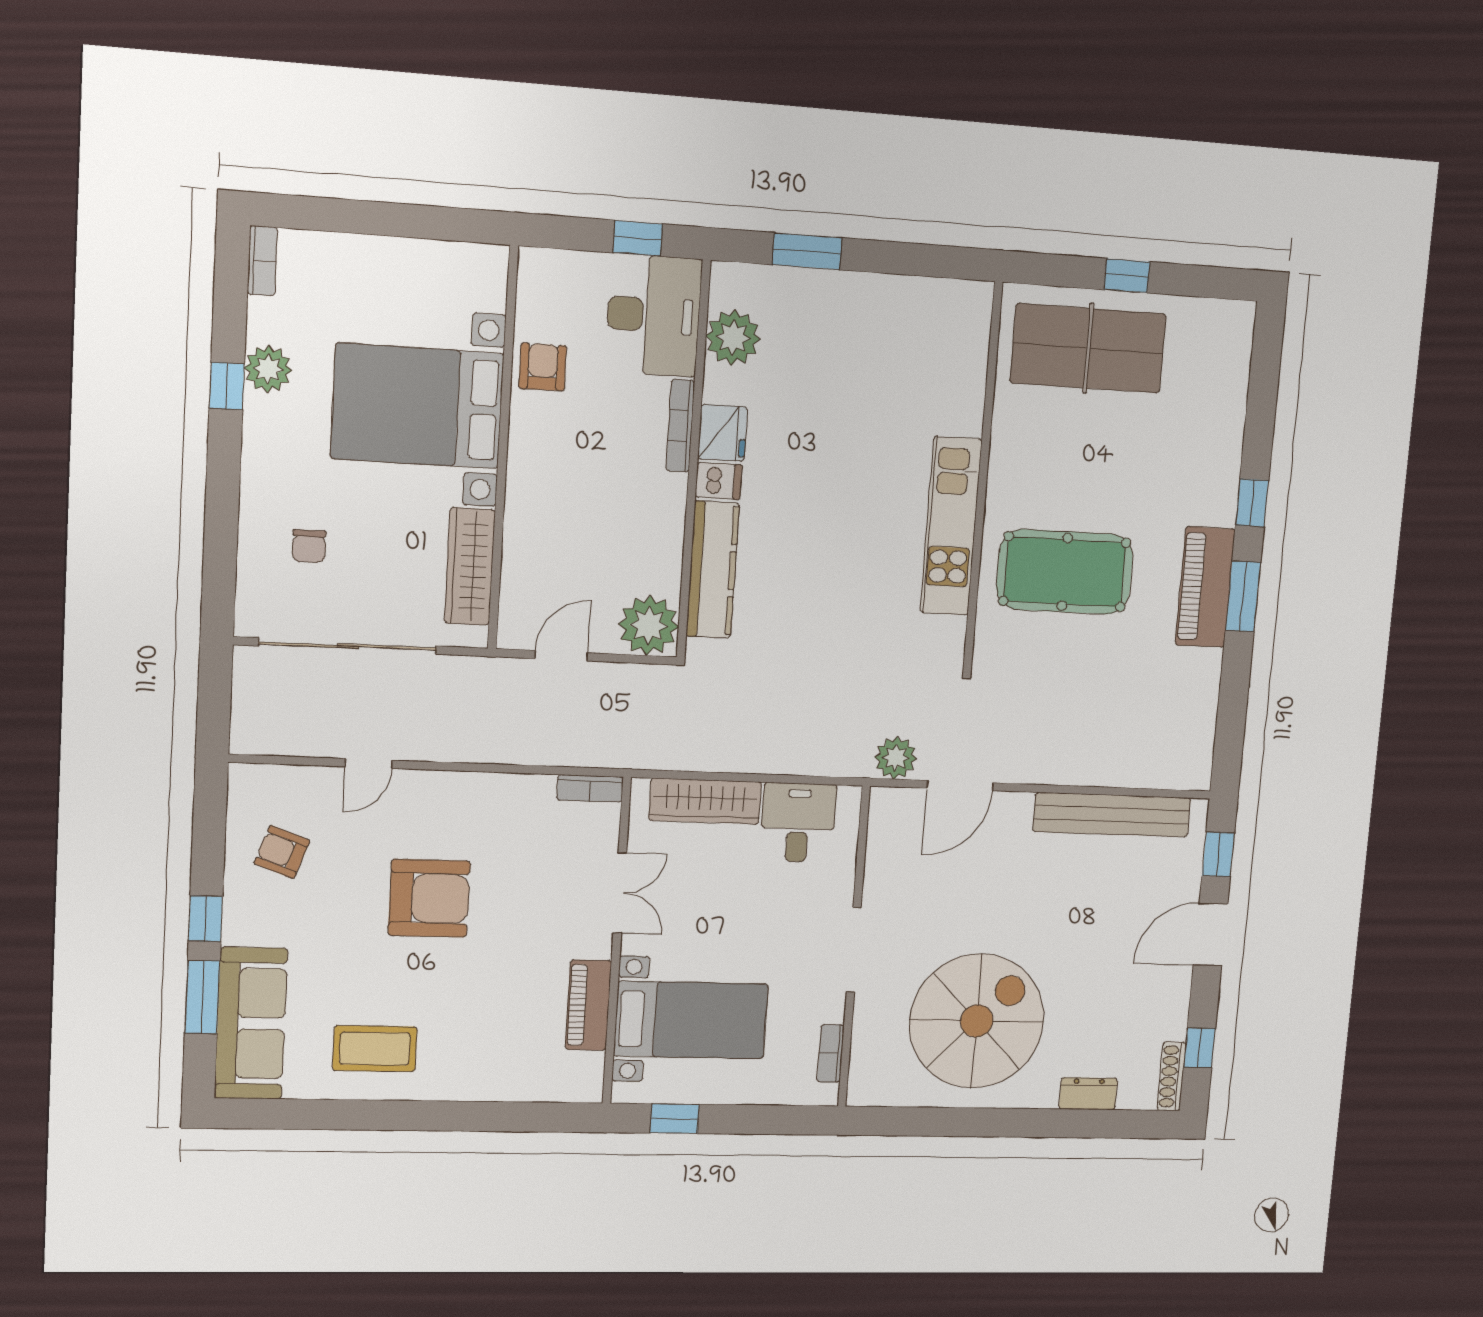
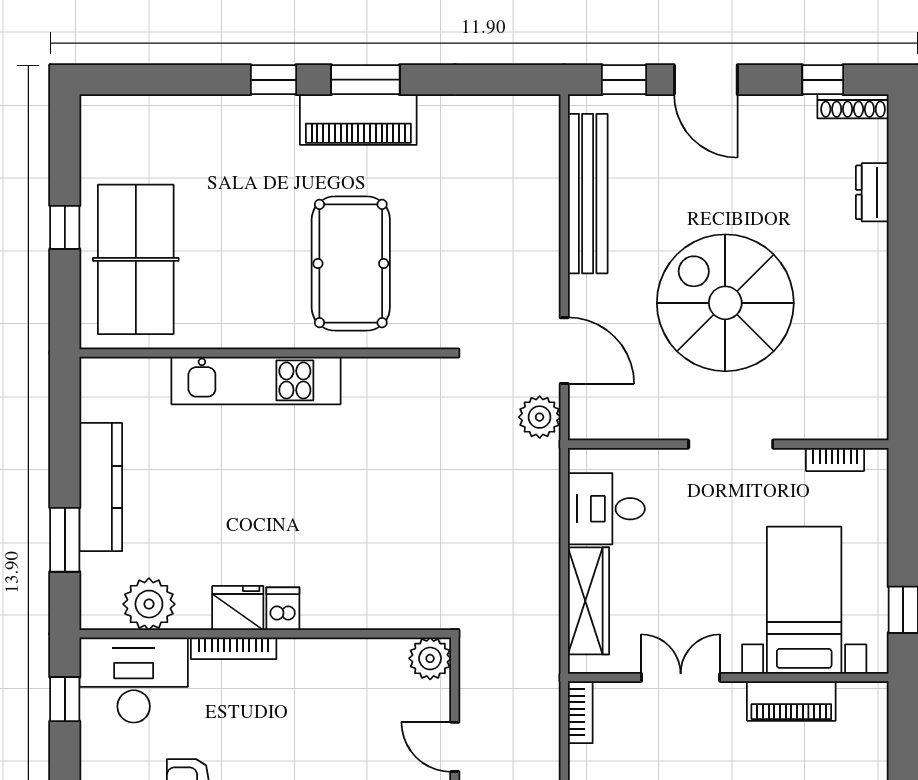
kitchen unit: (951, 526) -> (256, 380), moved
kitchen counter: (713, 570) -> (101, 487), moved, turned 90
plant: (649, 625) -> (430, 658), width x0.73, depth x0.73
spiral stairs: (977, 1021) -> (725, 303), moved

